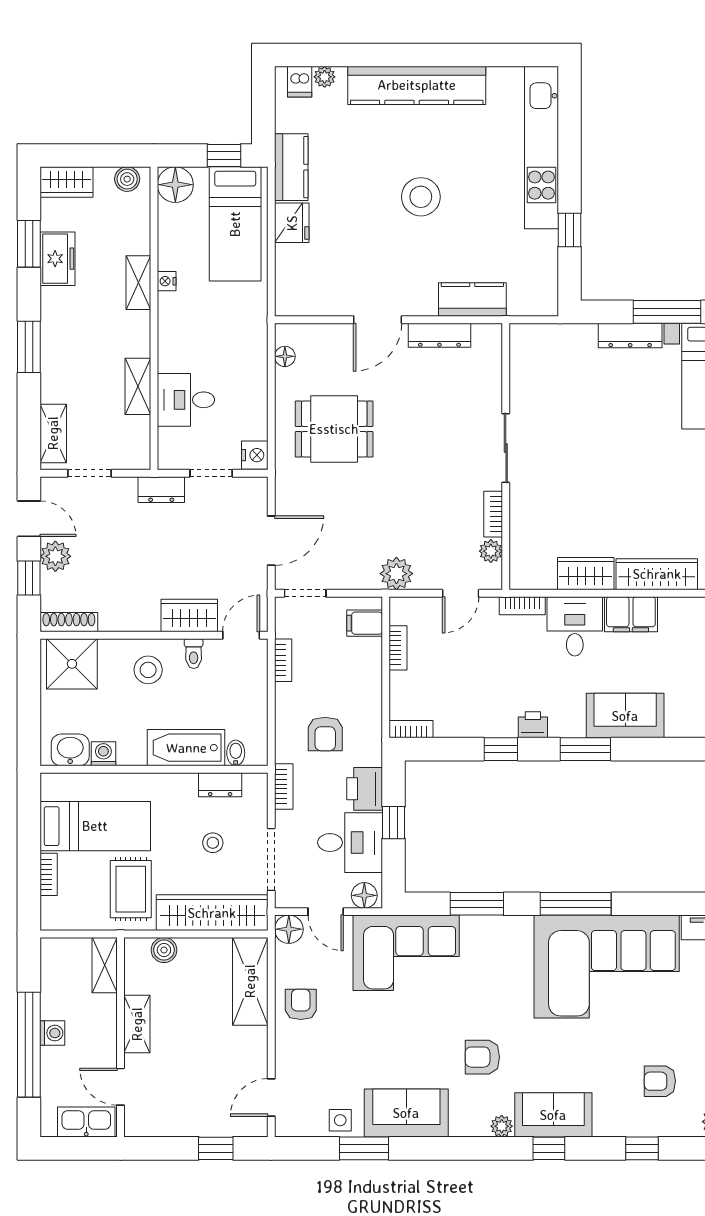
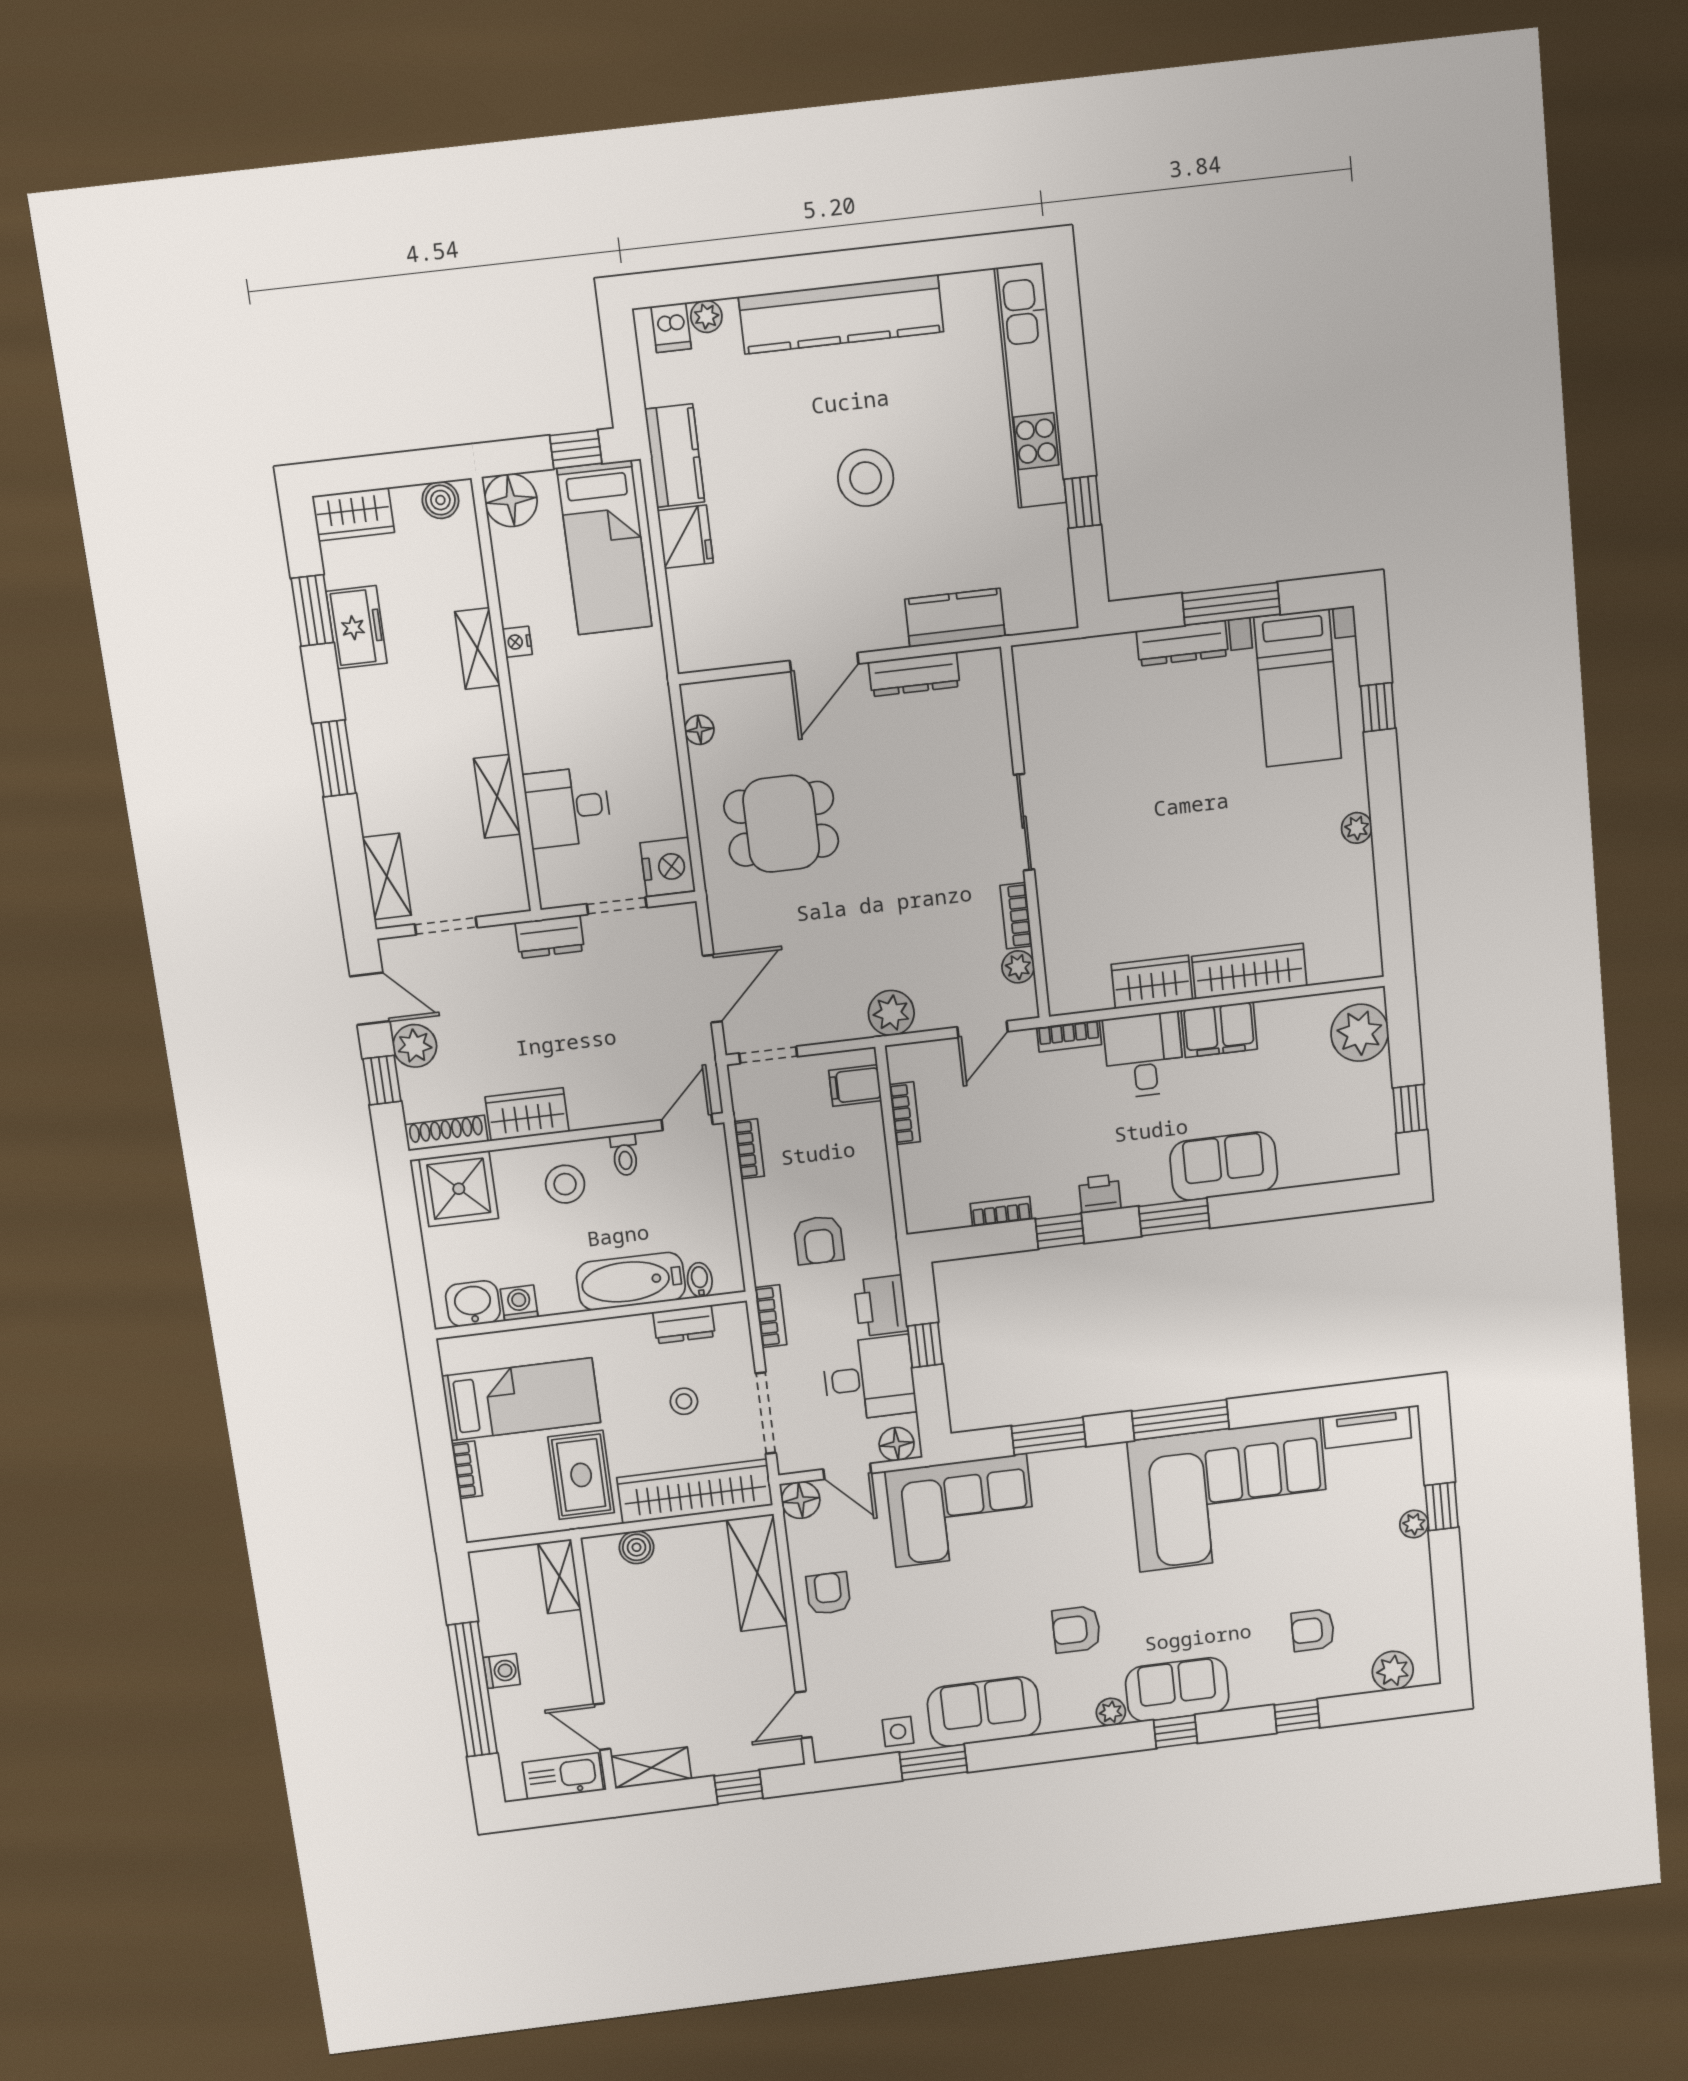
nightstand: (255, 455) -> (668, 867), width x1.36, depth x1.33
wardrobe: (189, 616) -> (527, 1114), moved
bookcase: (411, 729) -> (1001, 1212), moved
shelving: (137, 1024) -> (651, 1768), moved, turned 90

